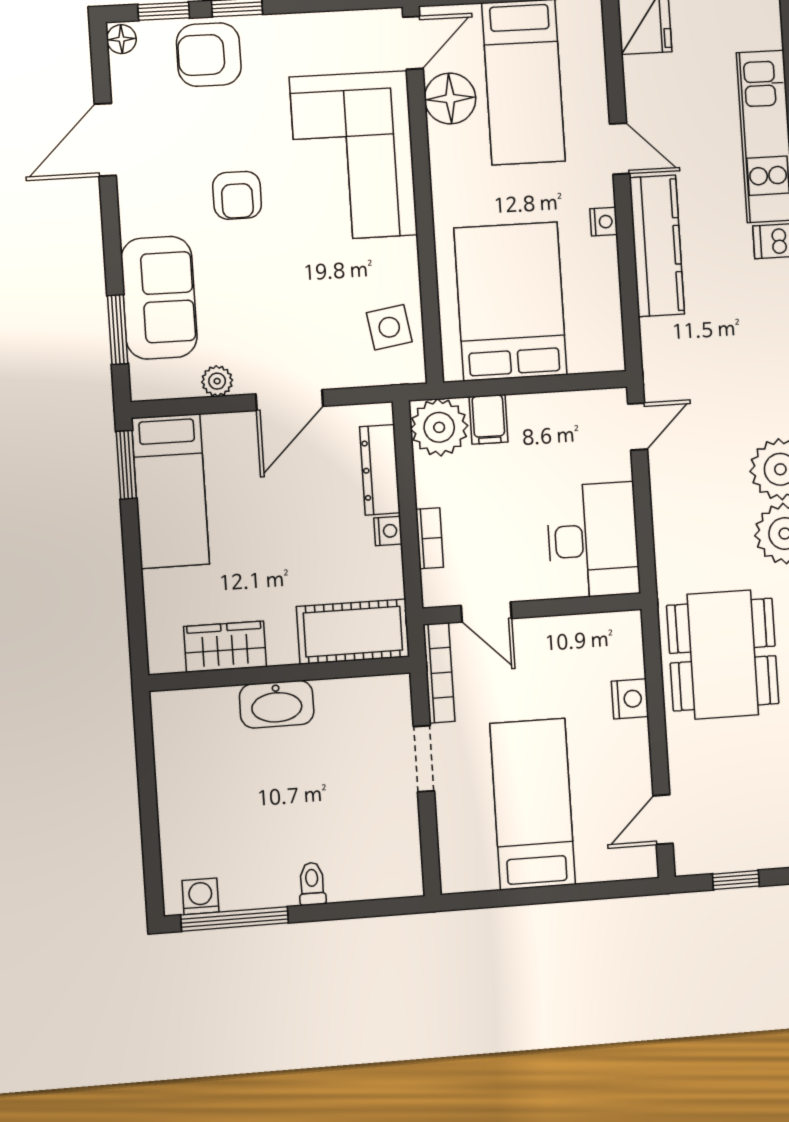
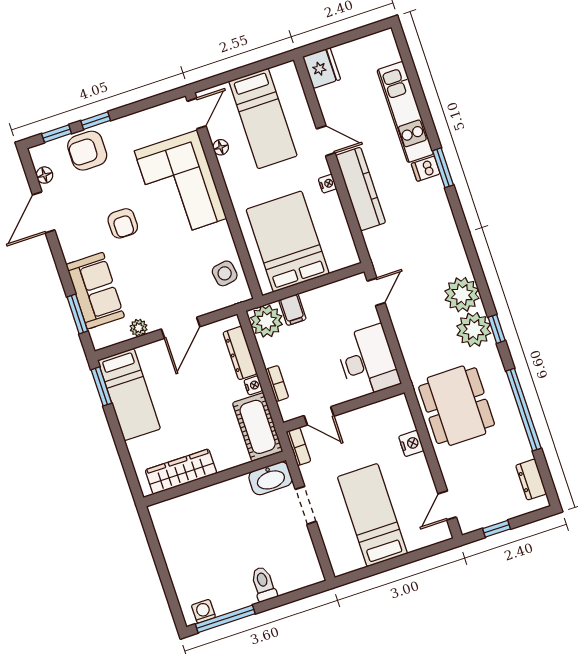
floor lamp: (121, 39) -> (44, 175), moved
floor lamp: (450, 99) -> (221, 147), width x0.53, depth x0.53
cot: (353, 632) -> (258, 427), moved, turned 90
wardrobe: (225, 647) -> (181, 472), width x1.50
bookcase: (439, 673) -> (299, 446), width x0.64
washbasin: (277, 704) -> (270, 478), moved
toilet: (312, 884) -> (264, 584), width x1.37, depth x1.39

